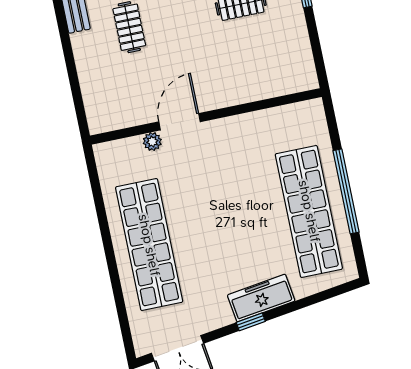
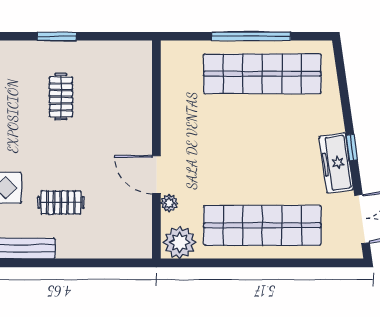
plant: (113, 161) -> (180, 242), added
freezer: (261, 298) -> (336, 163), moved

